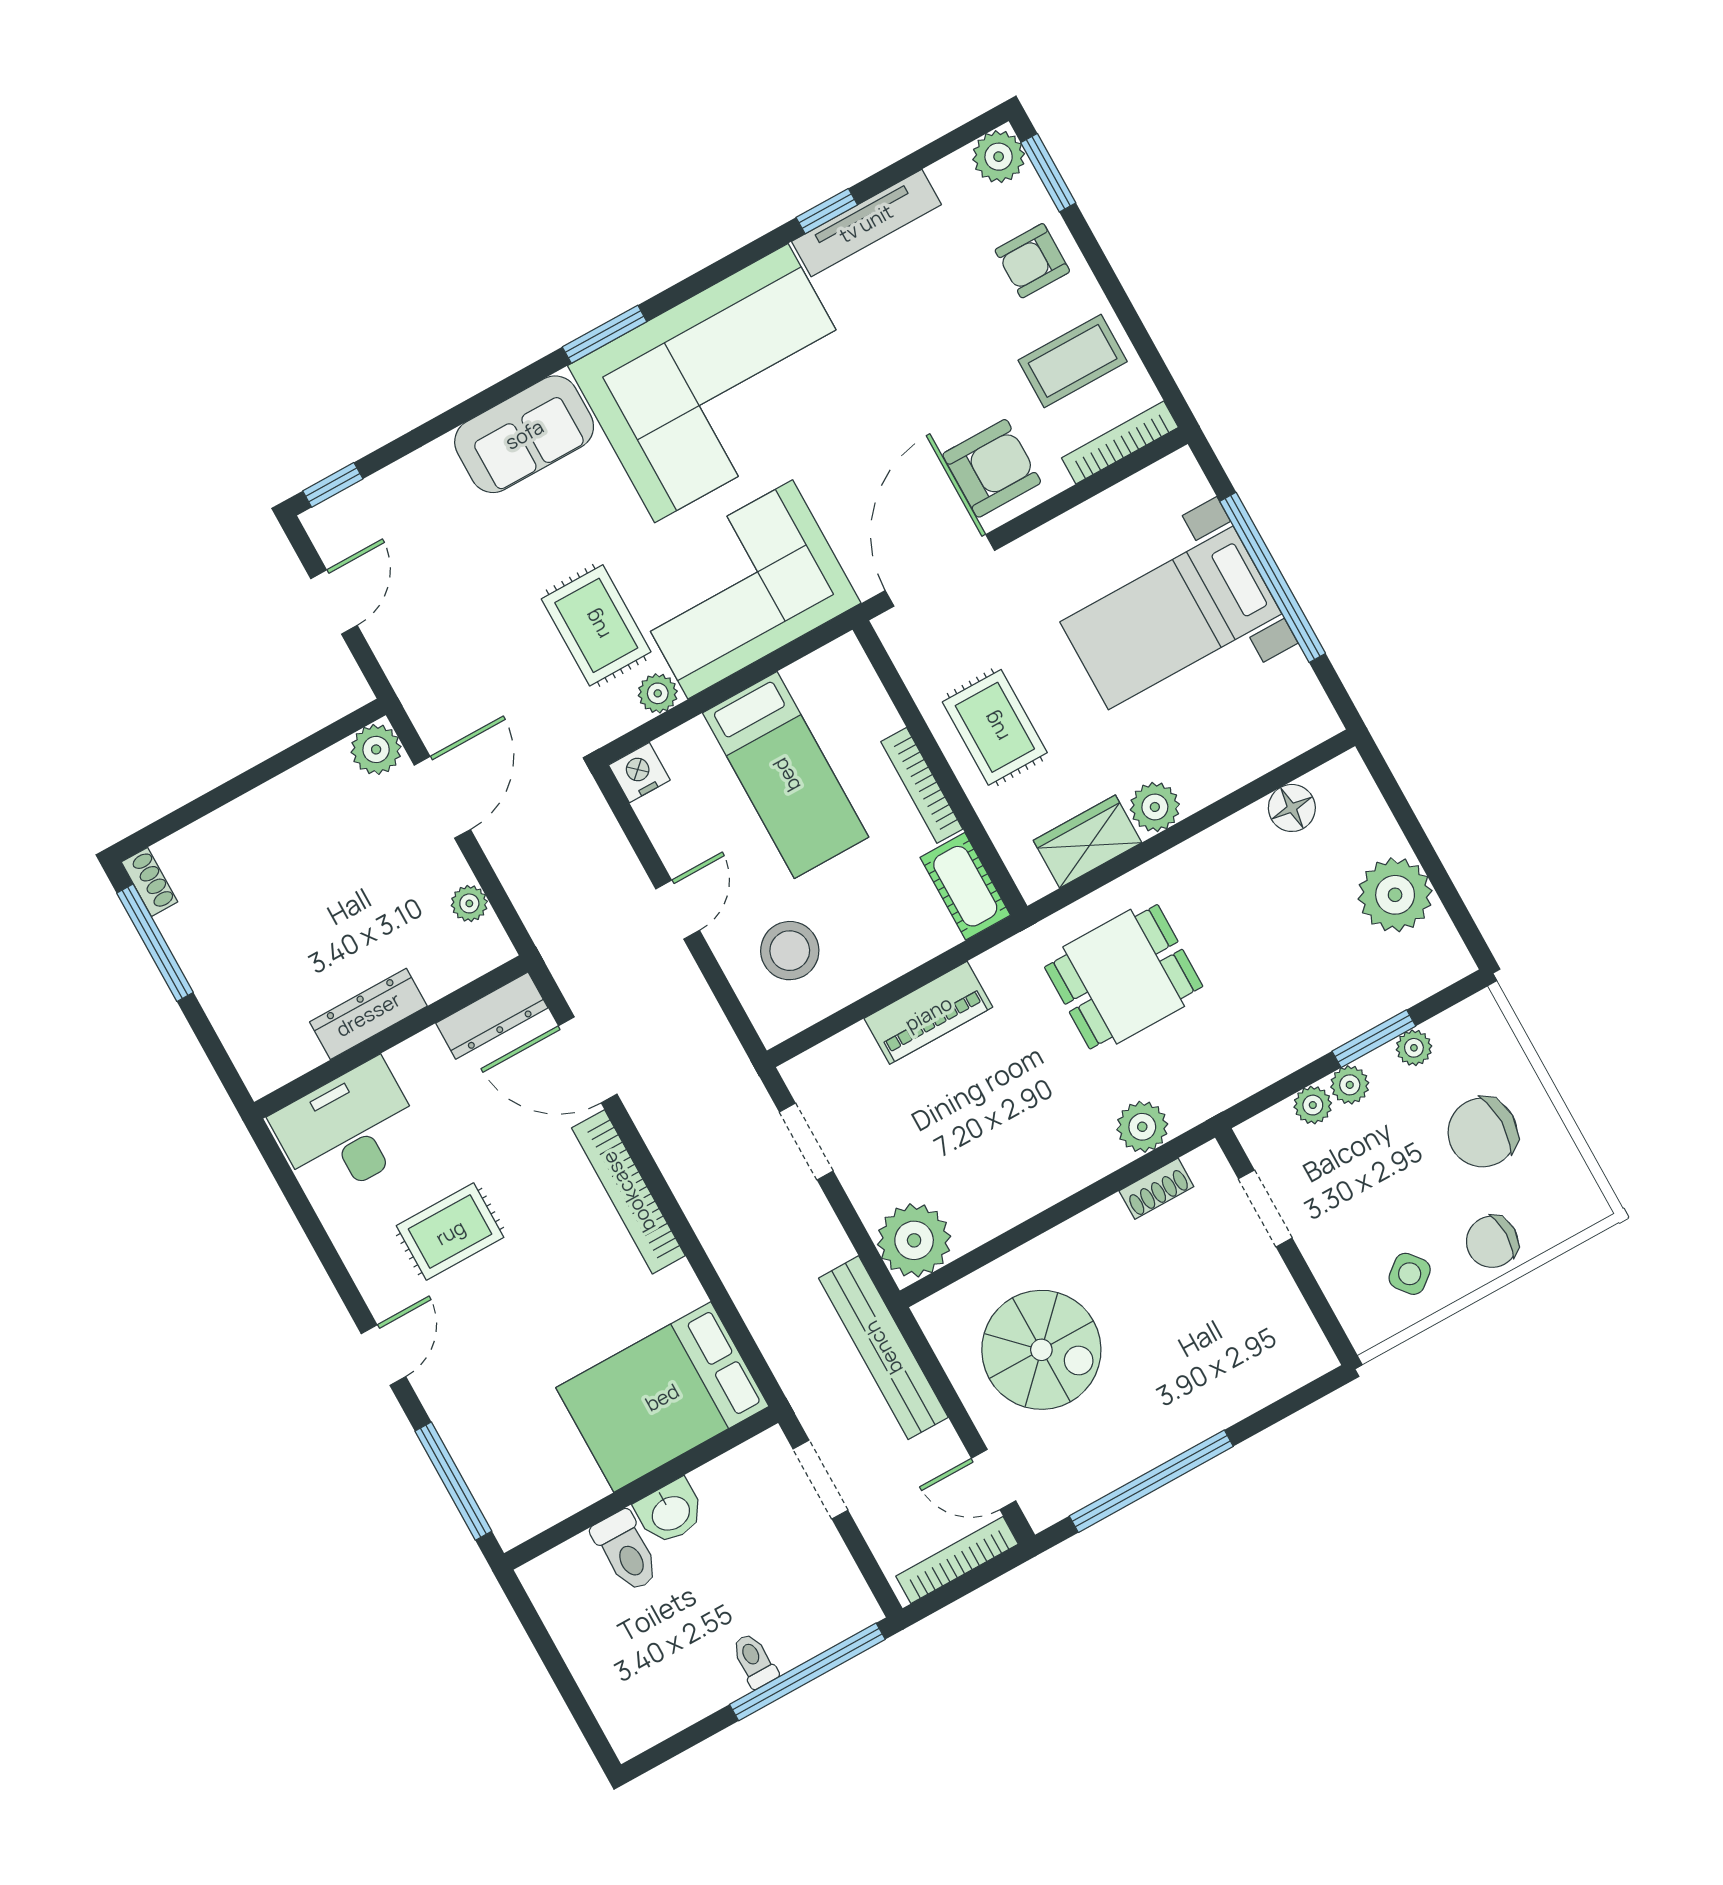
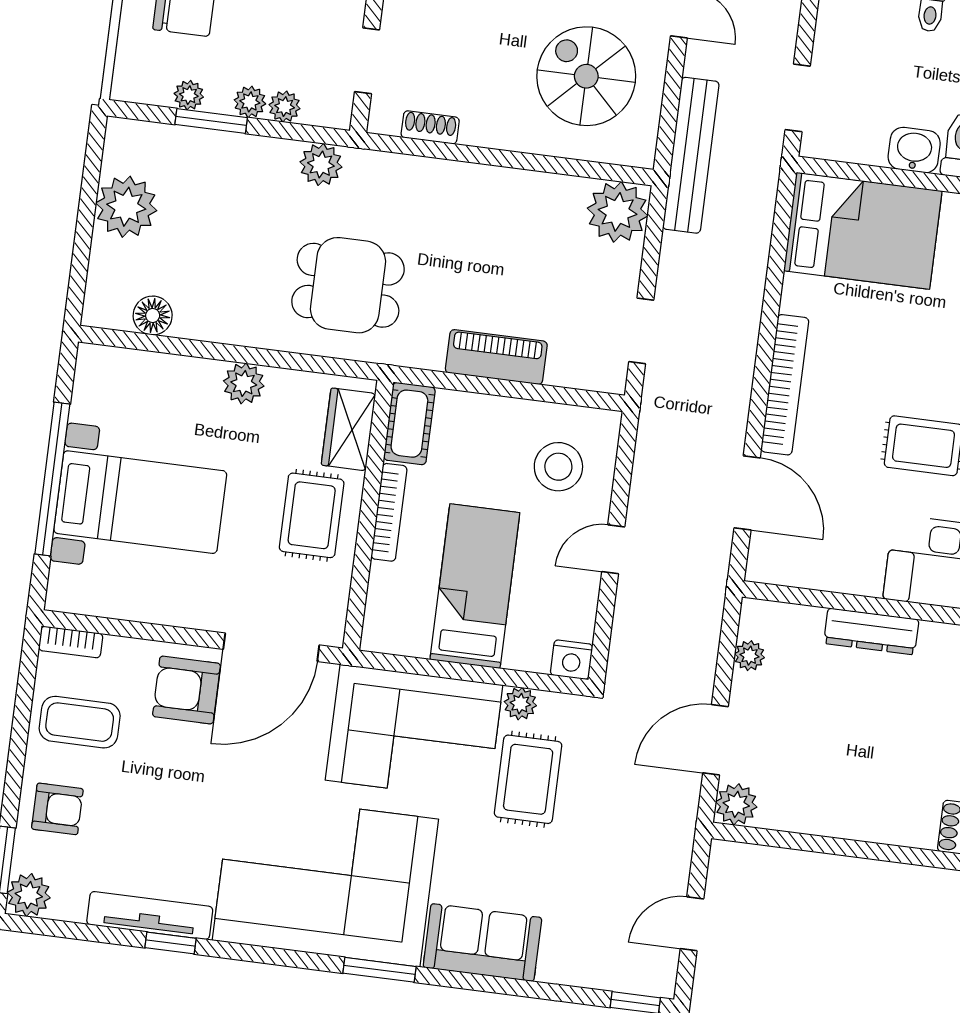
bookcase: (1120, 443) -> (71, 642), width x0.64
wardrobe: (1088, 842) -> (349, 429), moved, turned 90
dresser: (492, 1016) -> (789, 570), removed
plant: (1142, 1127) -> (321, 164), moved

